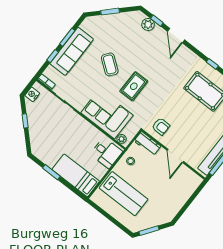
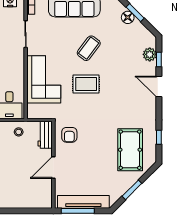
floor lamp: (109, 20) -> (128, 17), added
door: (176, 36) -> (159, 86), hinge flipped
plant: (122, 139) -> (32, 109), removed

